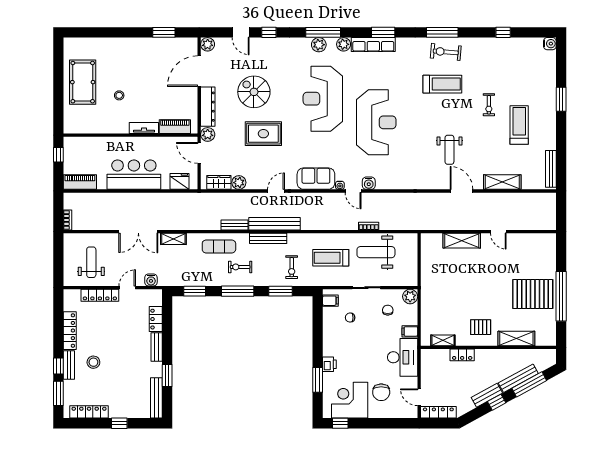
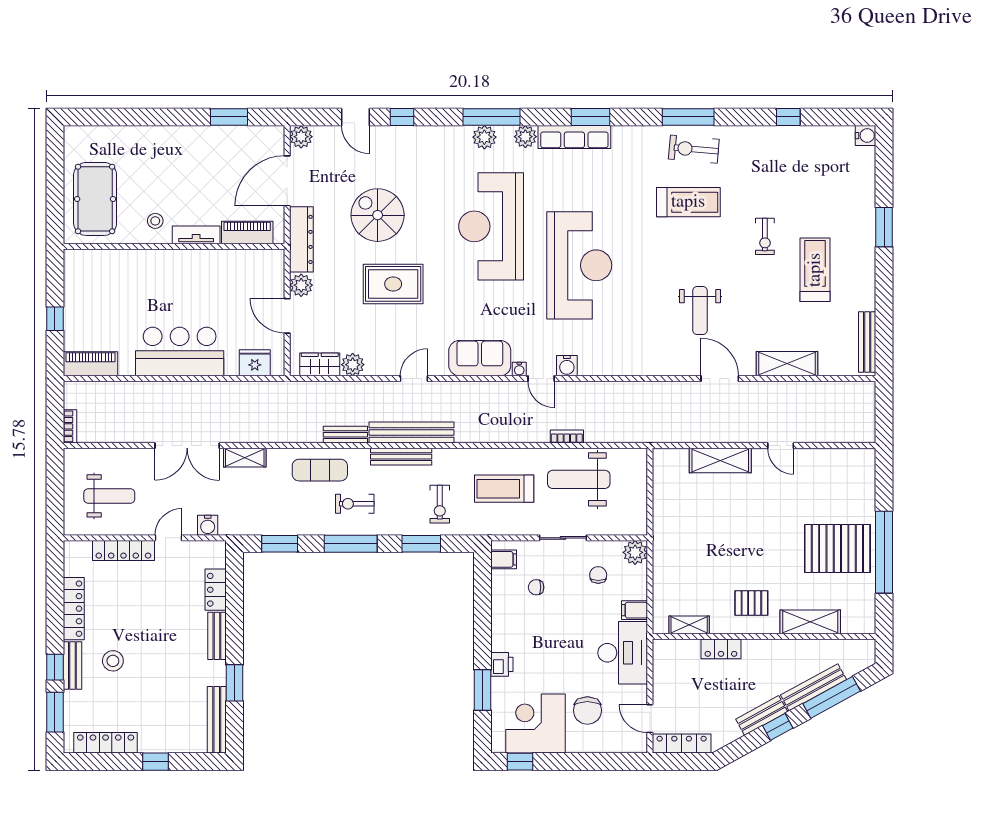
piano: (175, 127) -> (247, 233), moved
tv unit: (144, 128) -> (196, 235), moved
wall: (131, 135) -> (174, 246), moved
weight bench: (91, 262) -> (109, 496), turned 90

